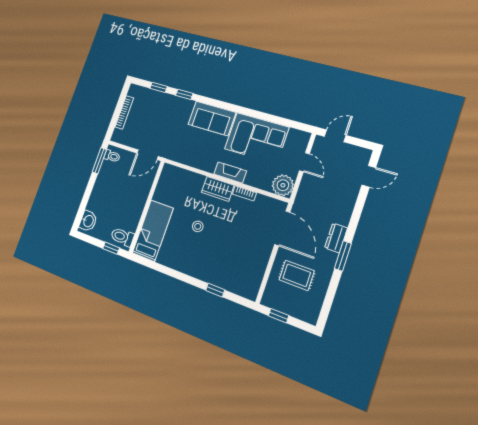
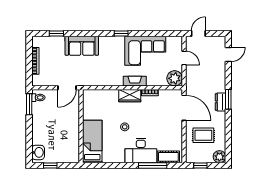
window: (184, 94) -> (121, 34), moved
sofa: (212, 118) -> (82, 46), moved
toilet: (122, 237) -> (70, 154), removed
window: (111, 248) -> (50, 166), moved
window: (343, 256) -> (228, 99), moved
desk: (207, 264) -> (141, 150), added
cot: (239, 287) -> (168, 157), added
window: (215, 290) -> (153, 166), width x2.17
plant: (310, 314) -> (219, 157), added

